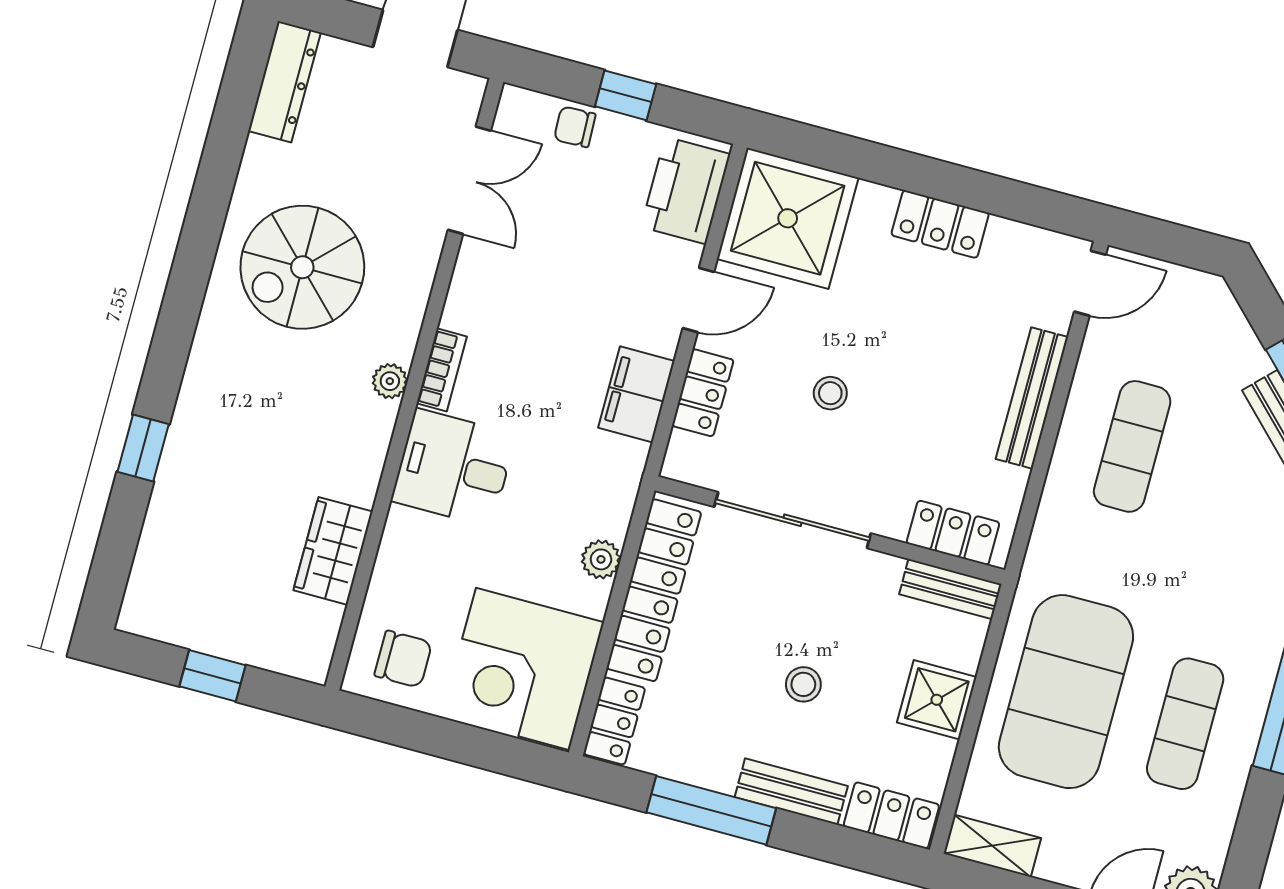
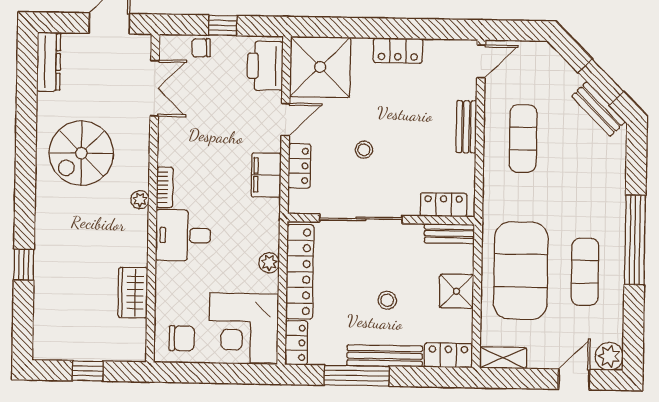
bench: (1032, 398) -> (466, 127), width x0.73
bench: (791, 792) -> (385, 356), width x1.36

